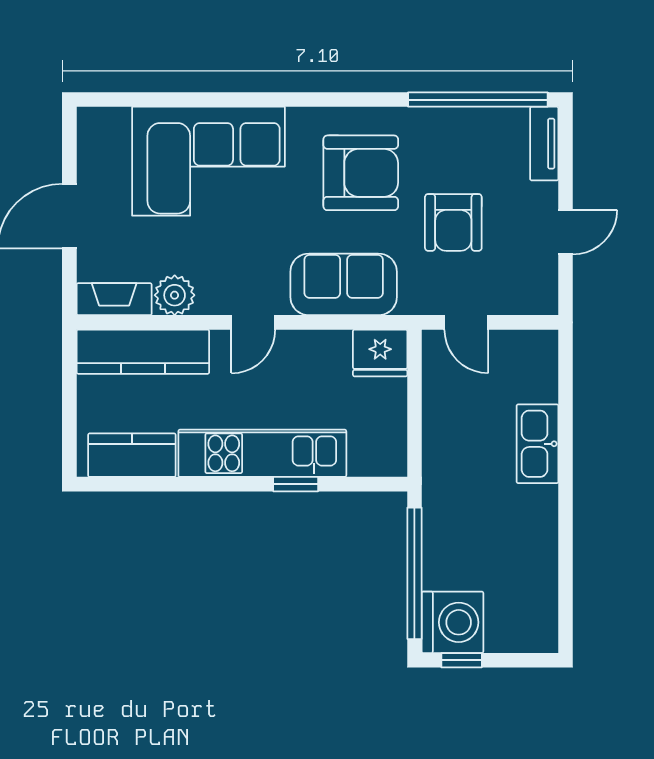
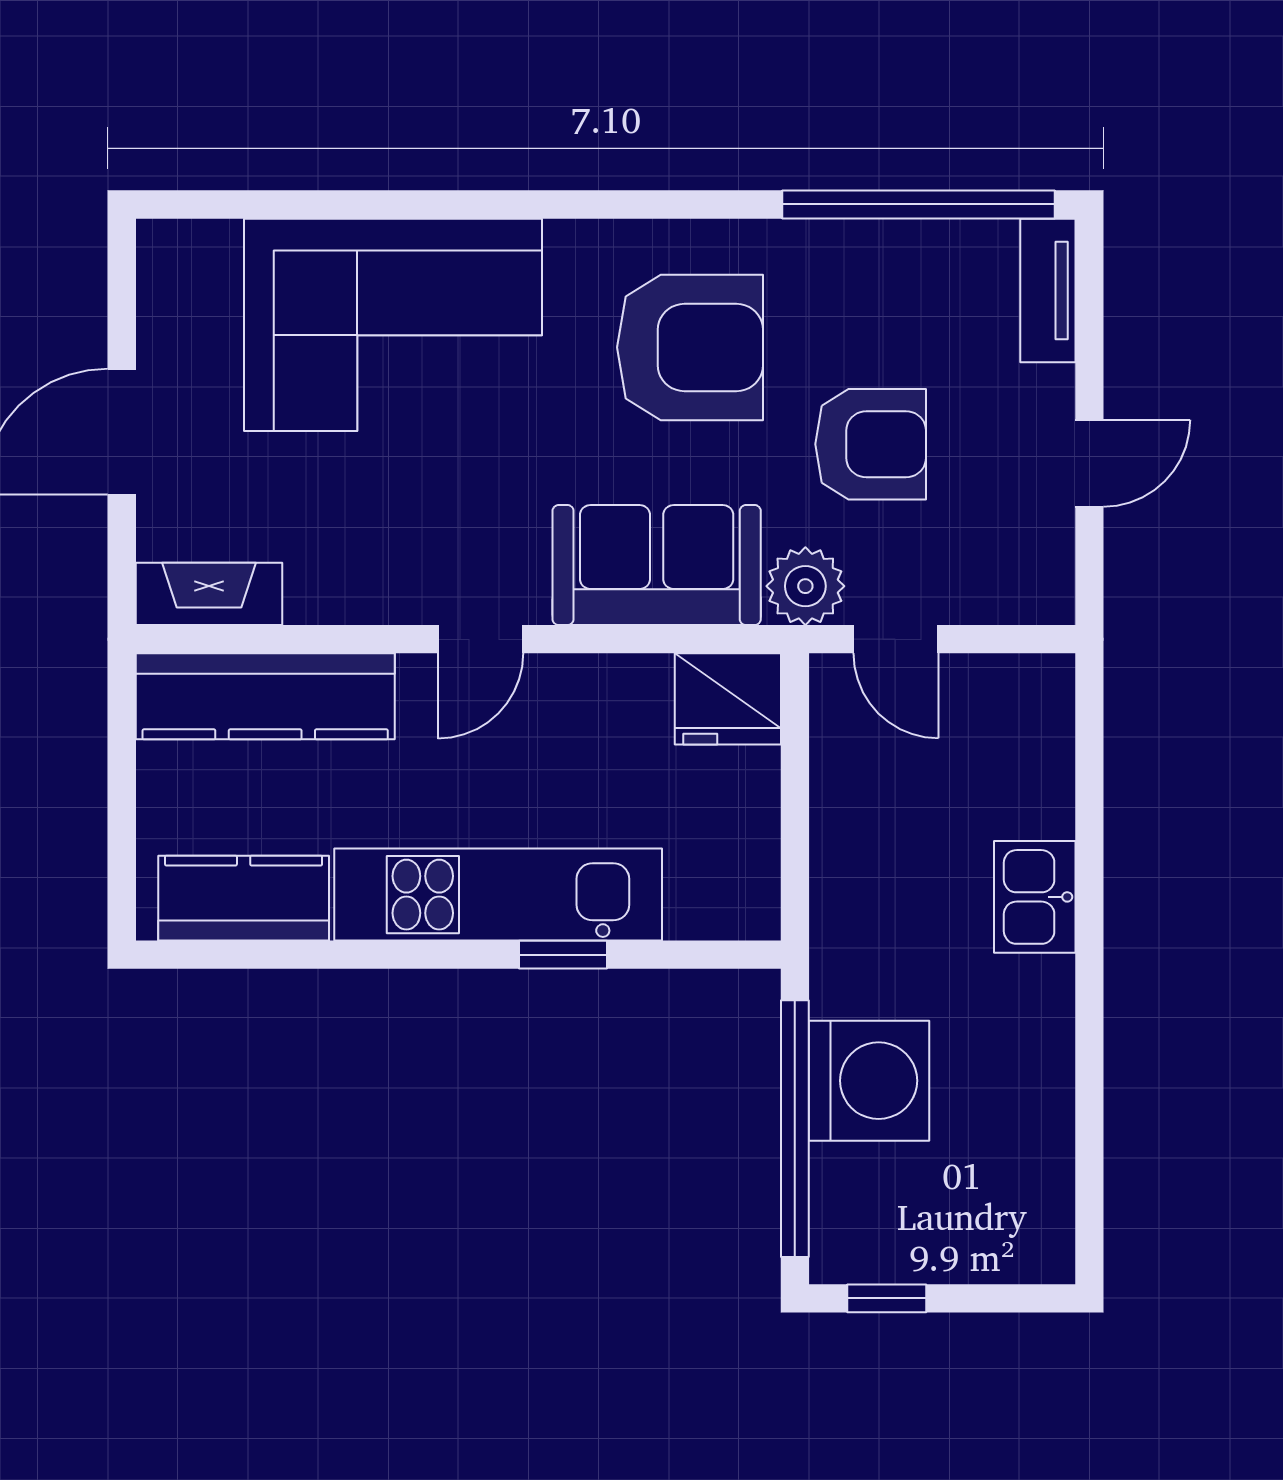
armchair: (453, 222) -> (871, 444), turned -90
plant: (175, 295) -> (805, 586), moved
kitchen sink: (537, 444) -> (1035, 897), width x0.73
washing machine: (452, 622) -> (869, 1081), moved

